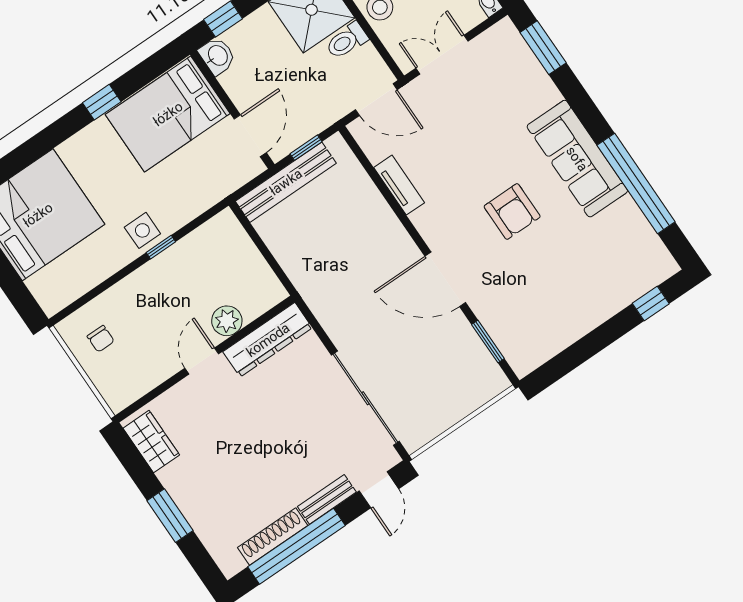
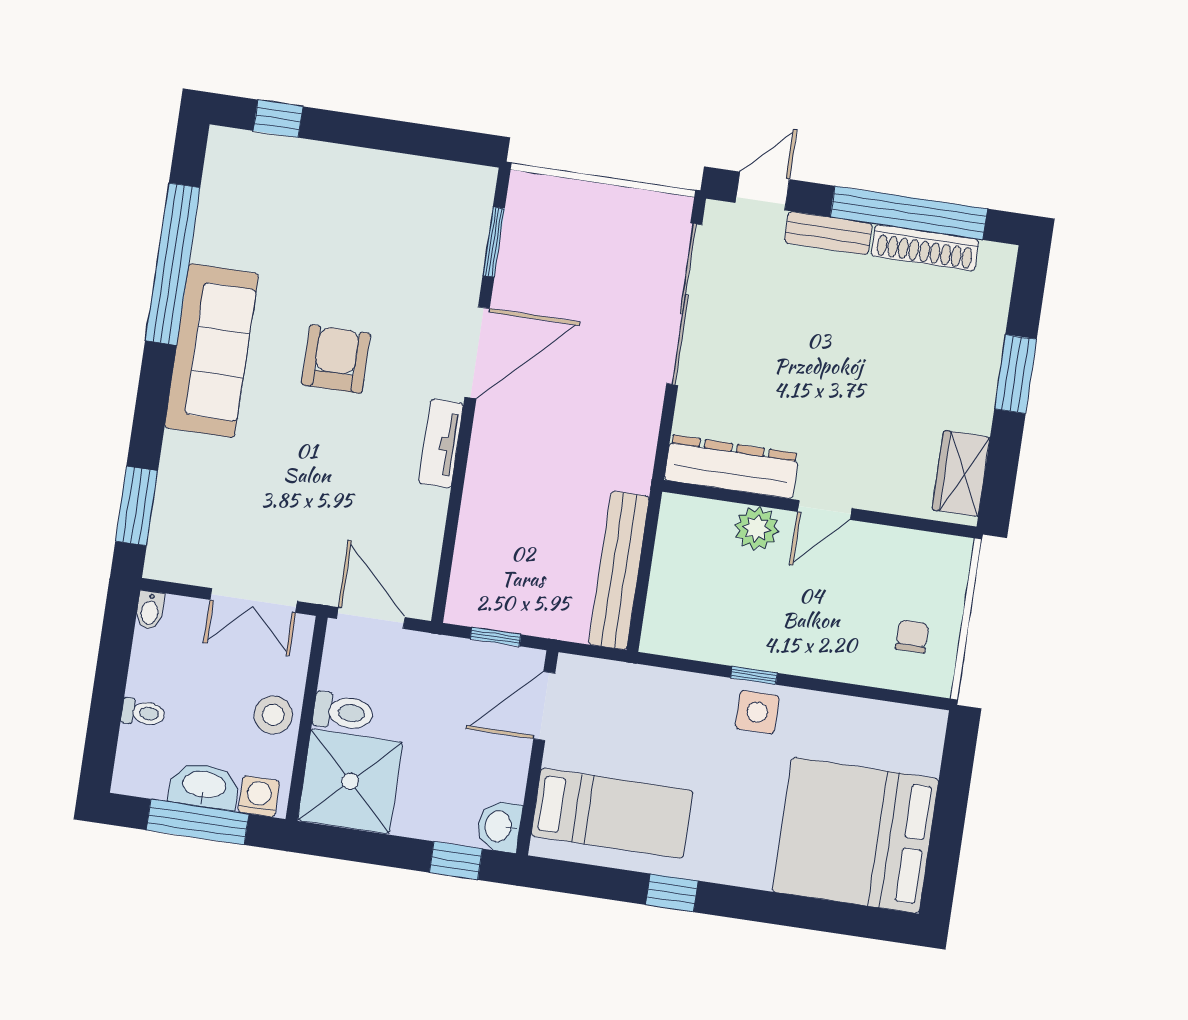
bed: (168, 114) -> (612, 813), width x0.67
bench: (286, 182) -> (619, 570), moved, turned 90
tv unit: (399, 185) -> (441, 443), moved
door: (445, 279) -> (477, 353), hinge flipped

